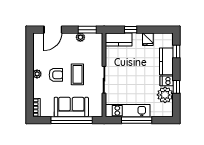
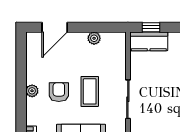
window: (87, 30) -> (104, 27), removed
window: (131, 30) -> (151, 27), moved
armchair: (56, 75) -> (59, 92), turned -90

